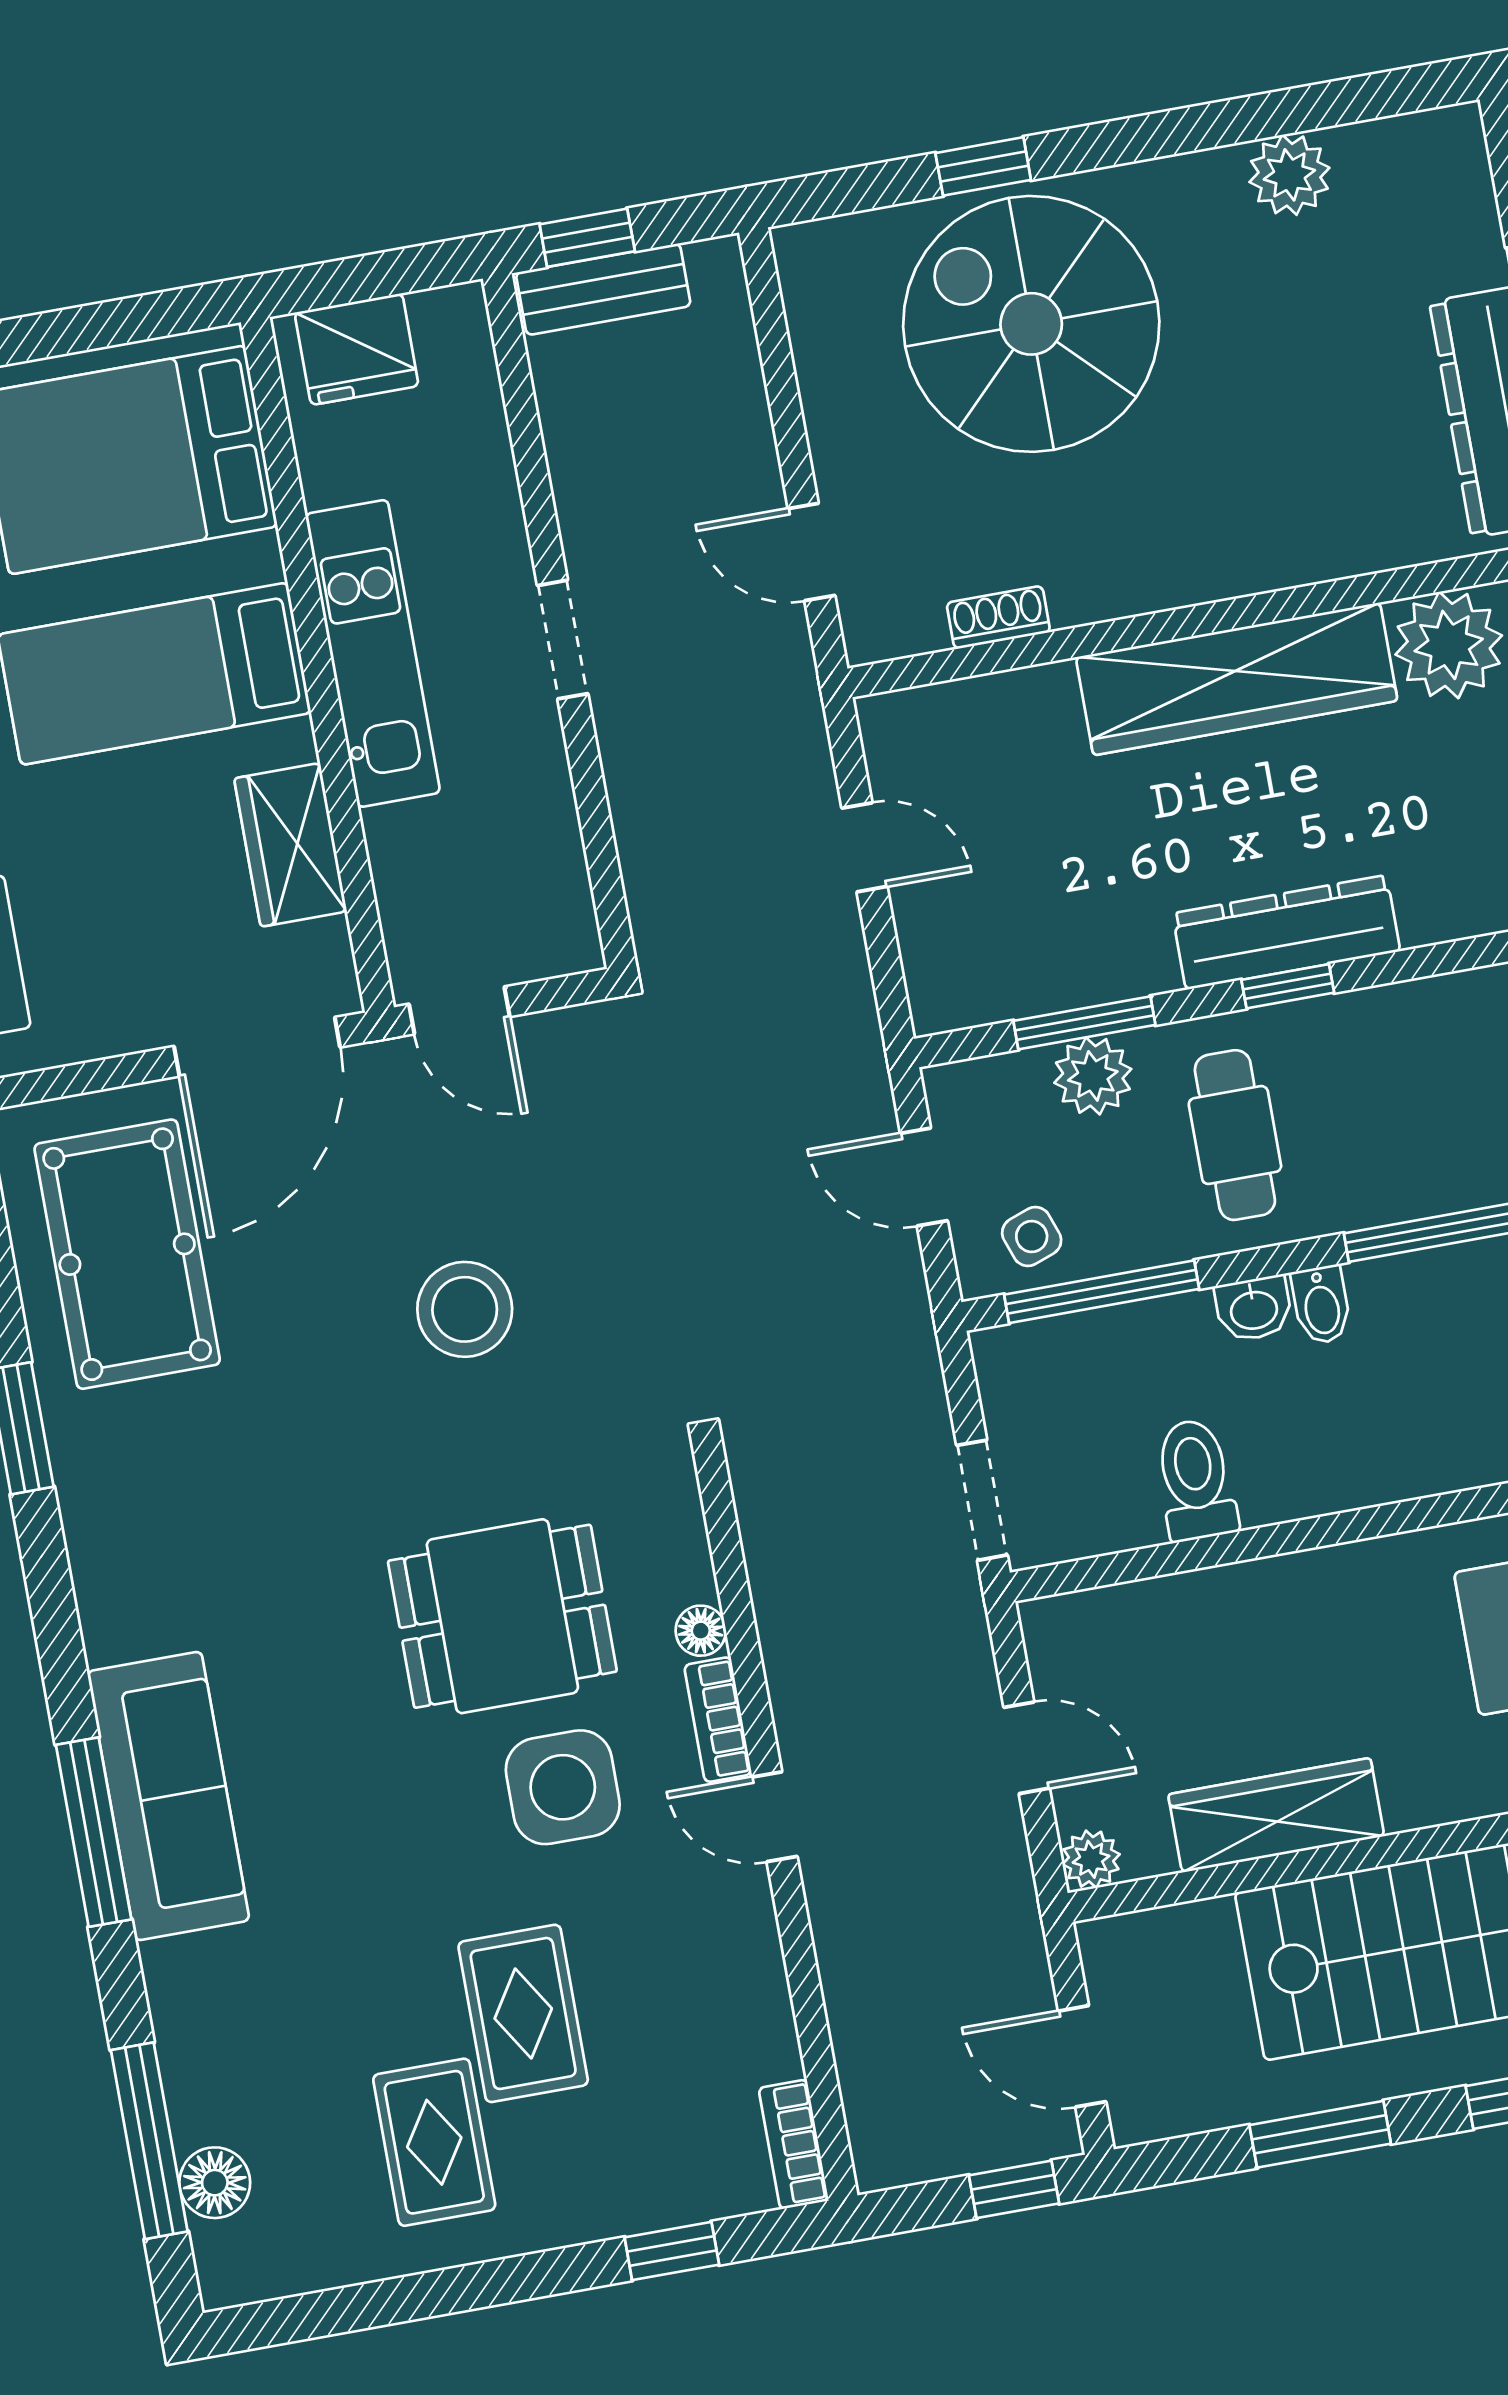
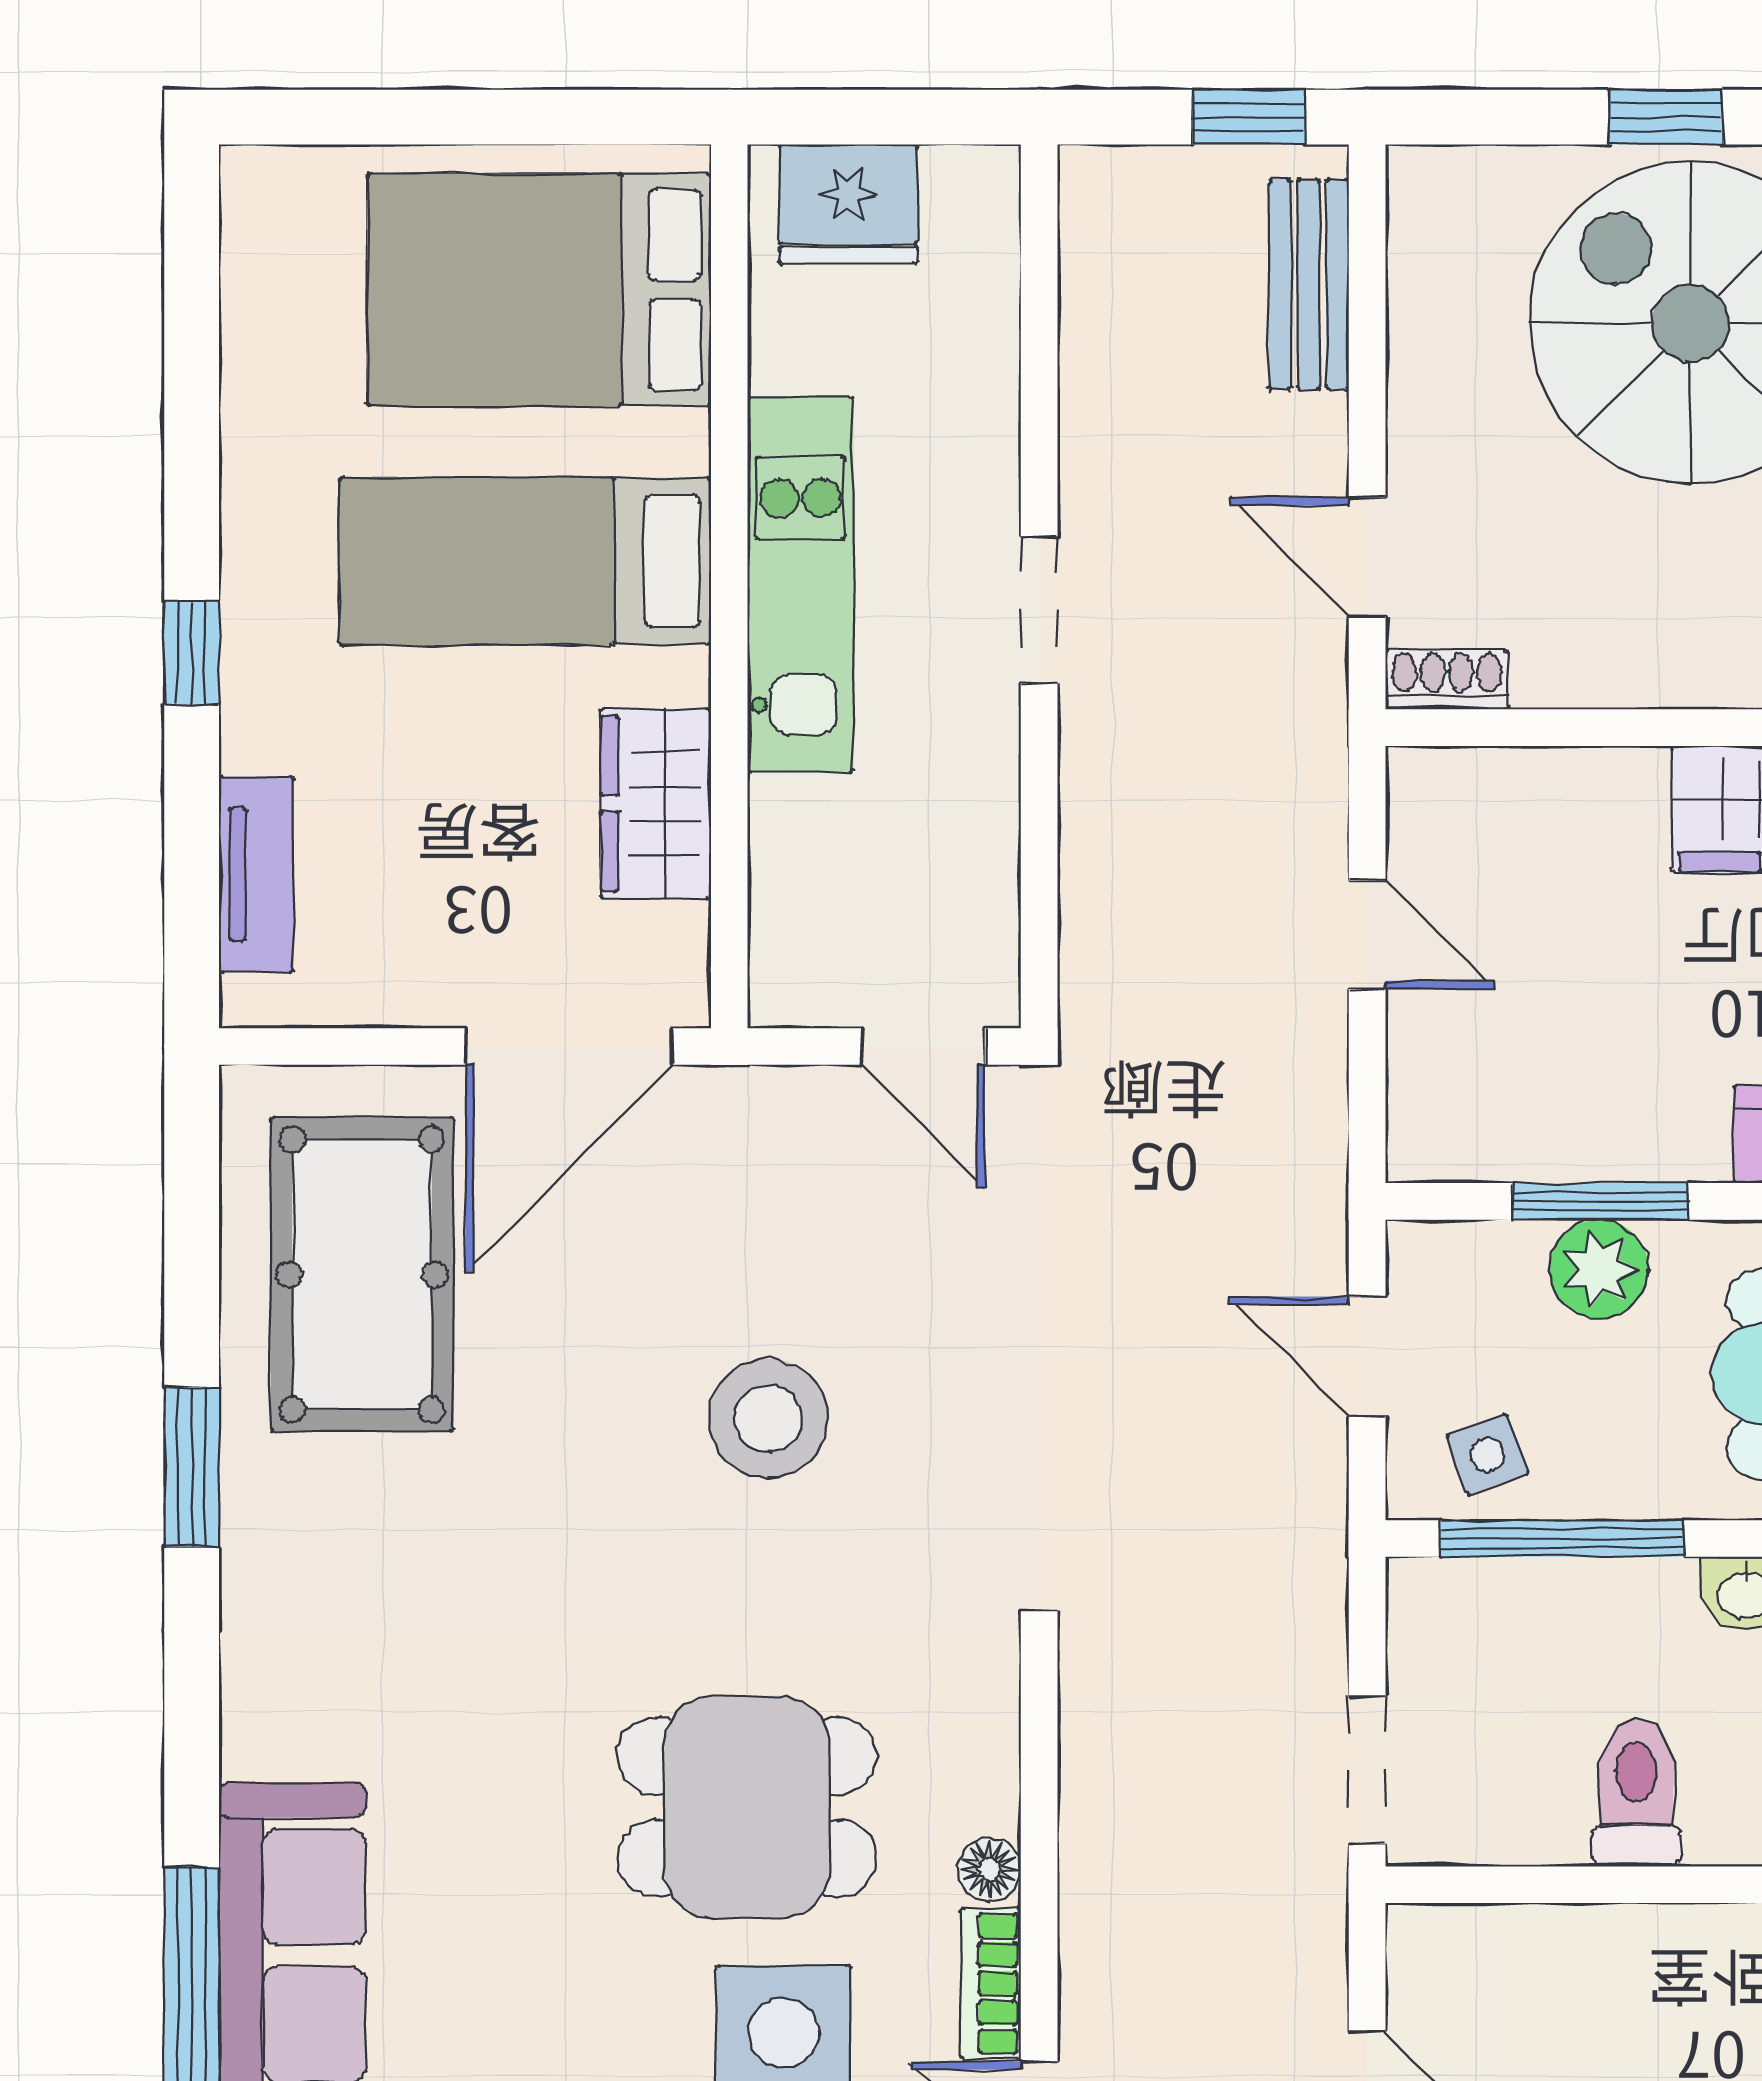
window: (587, 238) -> (1249, 117), moved
bench: (603, 289) -> (1309, 284), moved, turned 90
shoe rack: (998, 617) -> (1447, 680), moved
door: (459, 1010) -> (923, 1046), moved

